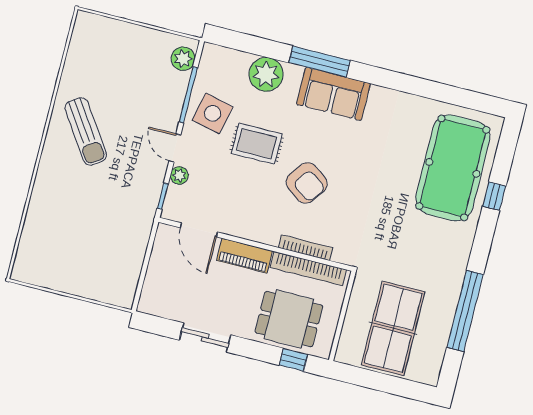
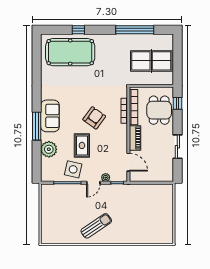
plant: (183, 59) -> (51, 189), removed
door: (199, 230) -> (128, 162), hinge flipped

